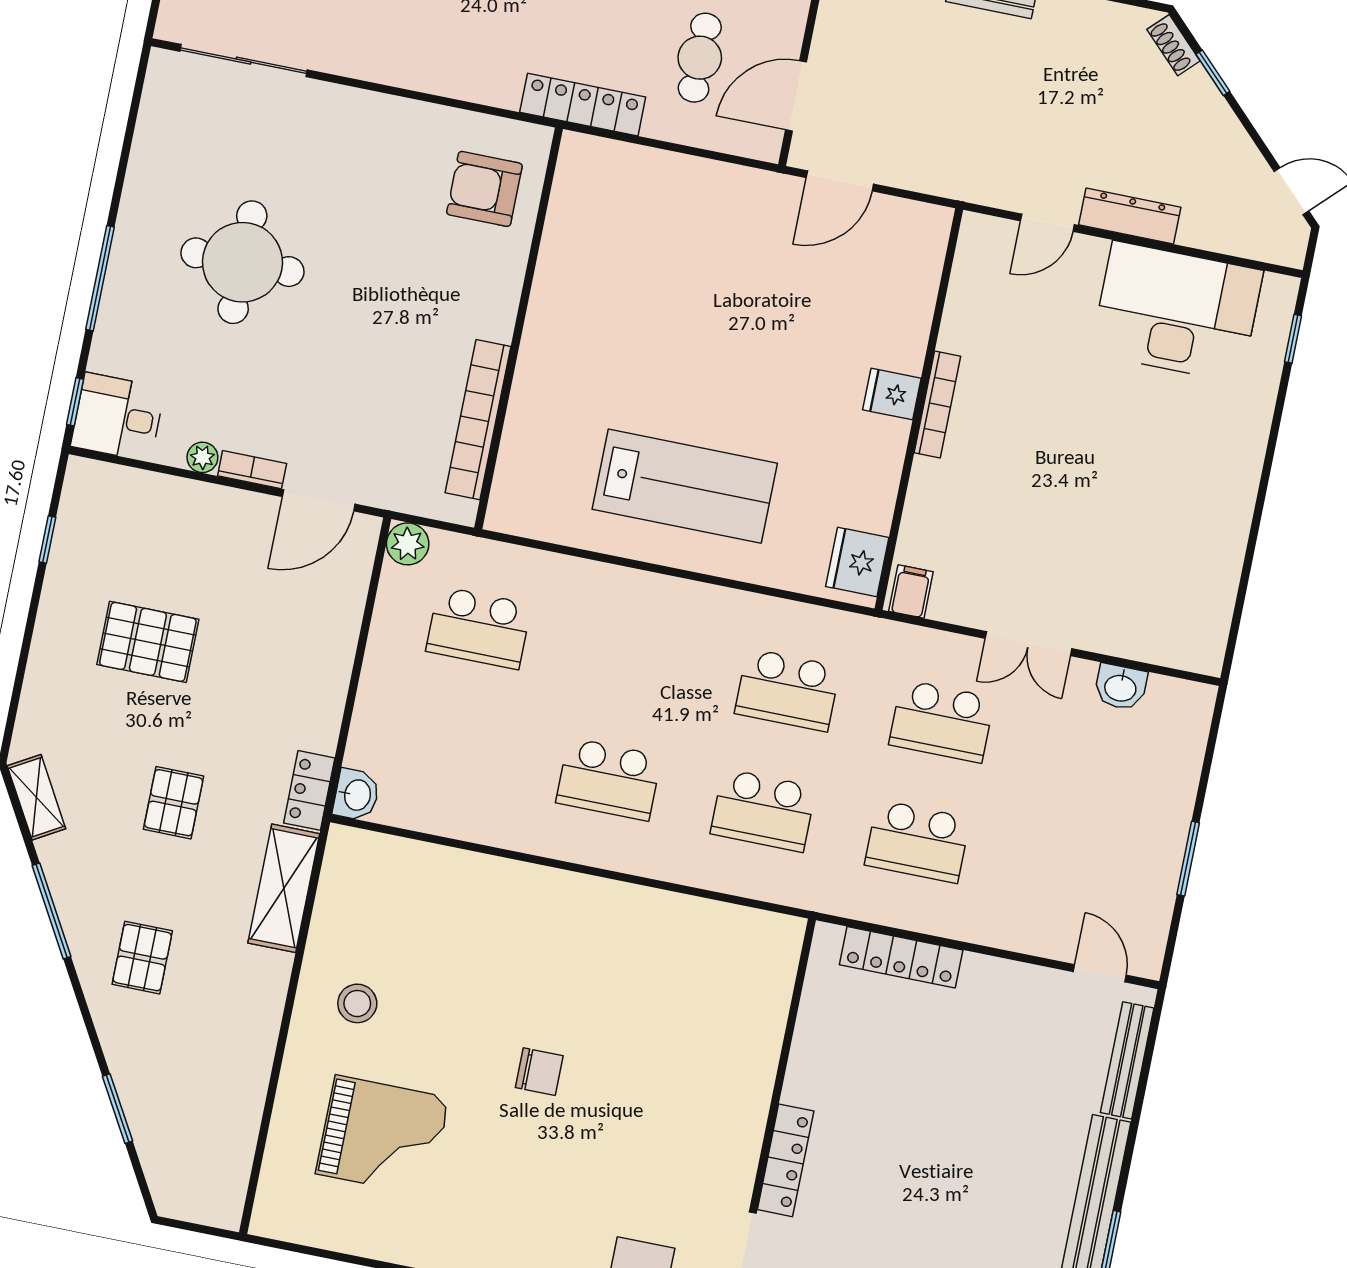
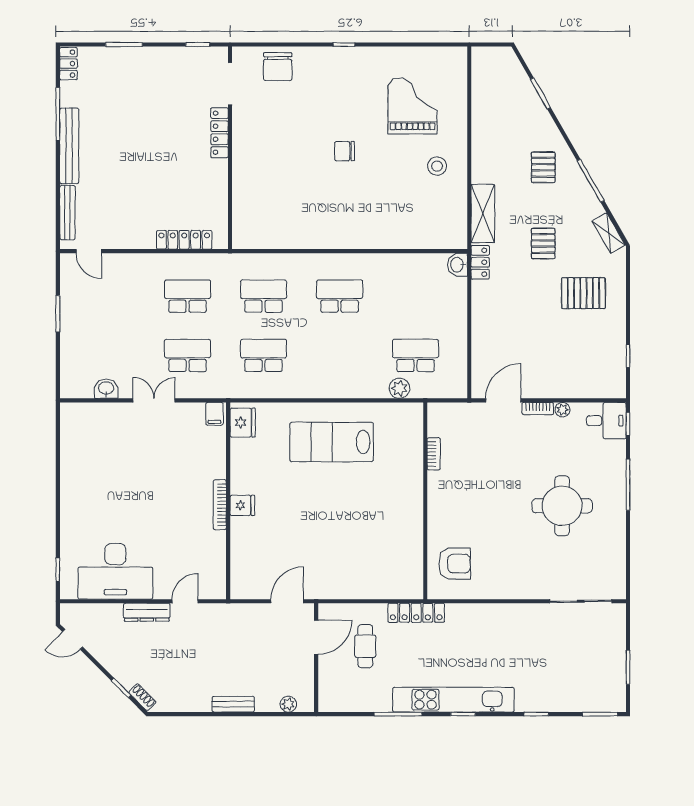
bookcase: (478, 420) -> (434, 454), width x0.43, depth x0.76
plant: (408, 544) -> (399, 388), moved
pallet: (148, 642) -> (583, 293), moved
grand piano: (383, 1136) -> (413, 106), turned 90

